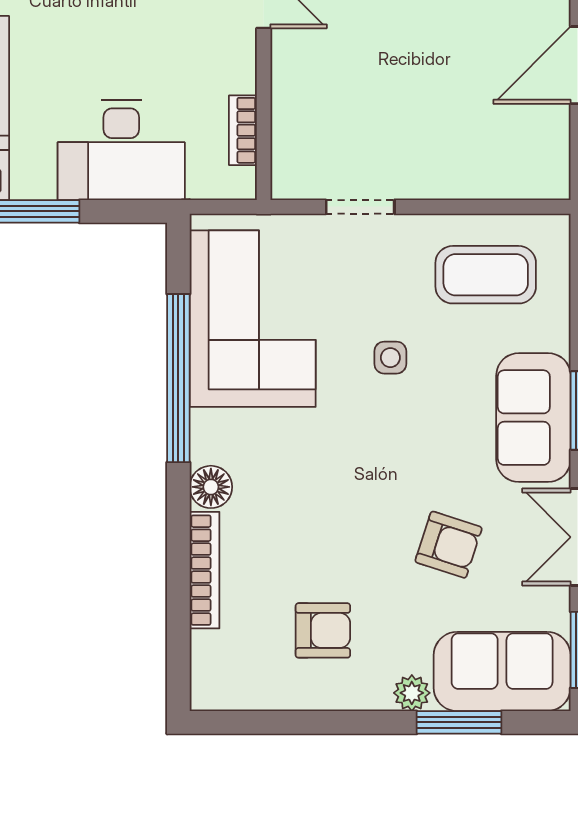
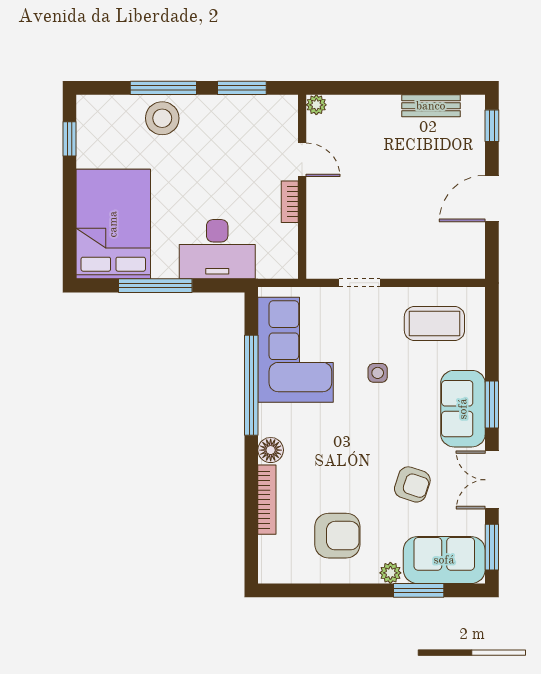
bookcase: (243, 130) -> (290, 202), moved
armchair: (323, 630) -> (337, 536), width x1.38, depth x1.38

